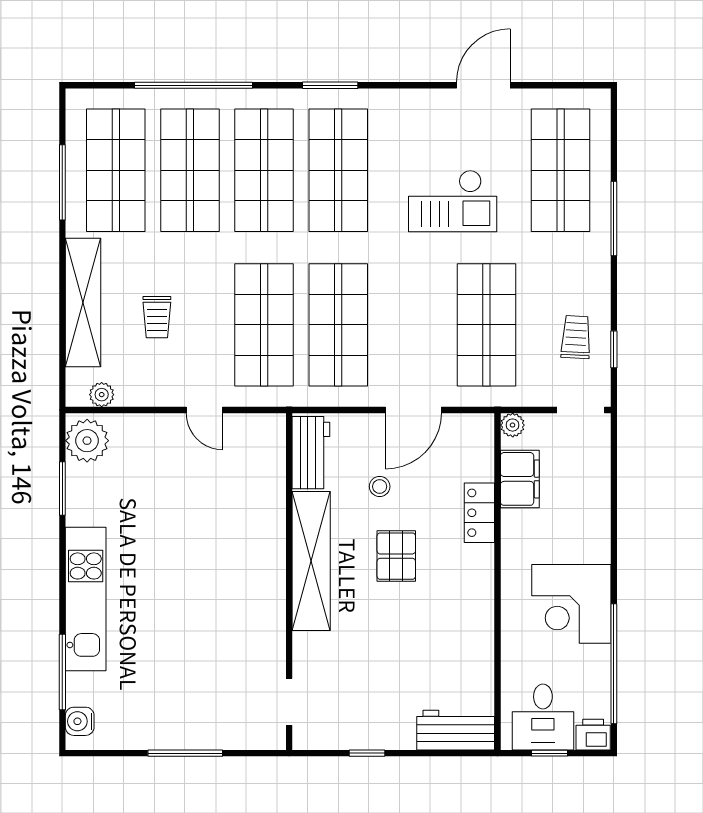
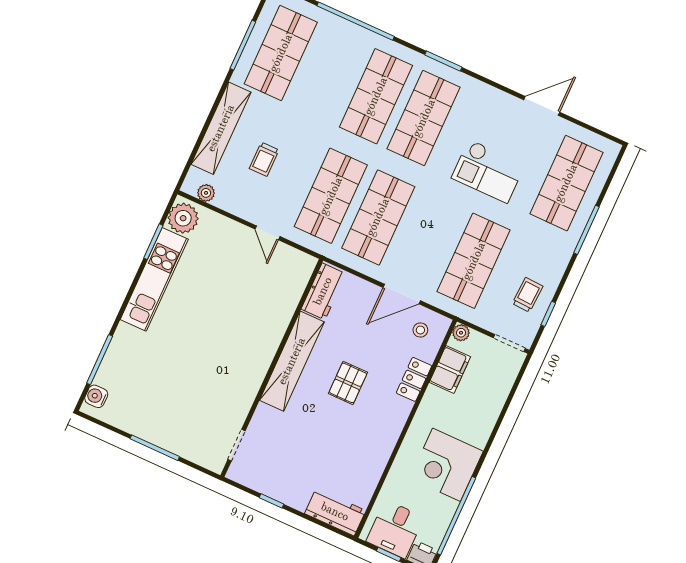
shop shelf: (190, 170) -> (328, 75), removed
stool: (380, 486) -> (420, 330), moved
kitchen unit: (86, 599) -> (154, 279), moved

